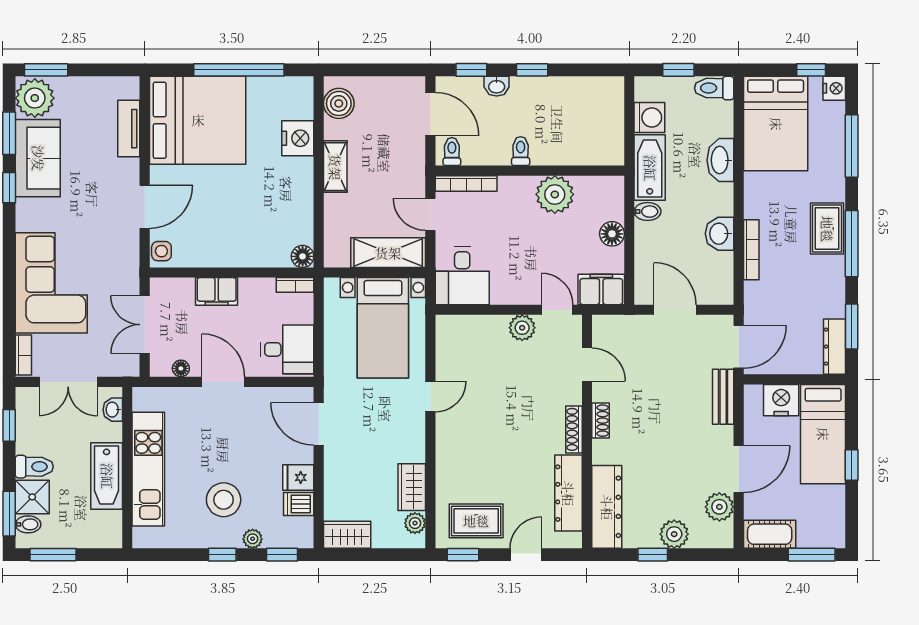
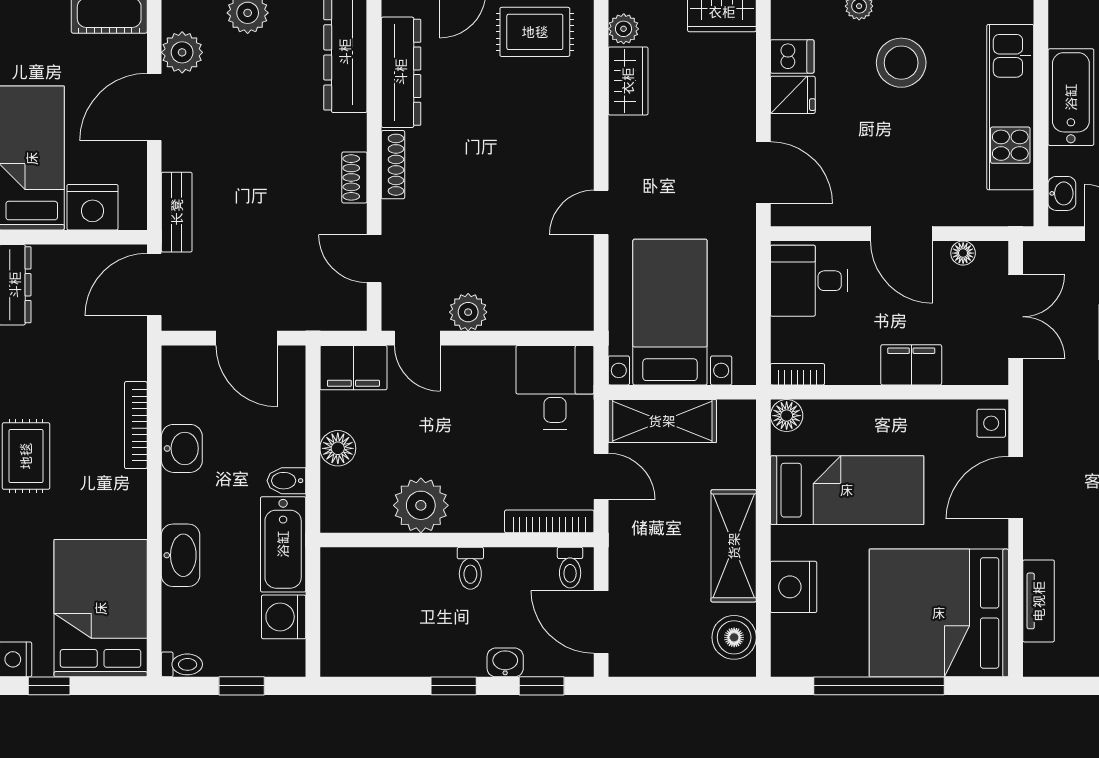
toilet: (714, 88) -> (182, 664), width x0.73, depth x0.72
shelving: (335, 167) -> (734, 546), width x1.50, depth x1.33
bed: (261, 205) -> (847, 490), added

